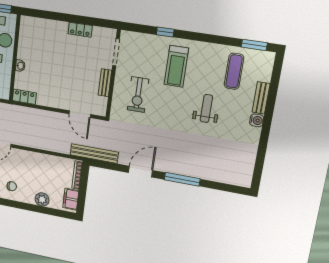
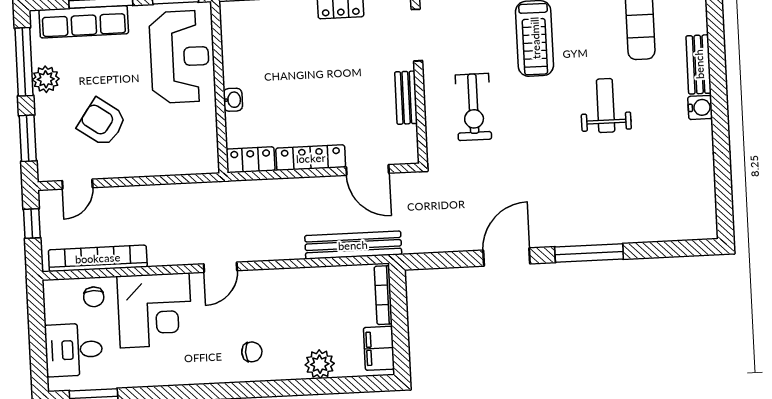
locker: (53, 102) -> (311, 158), added
bench: (94, 153) -> (353, 245), moved

